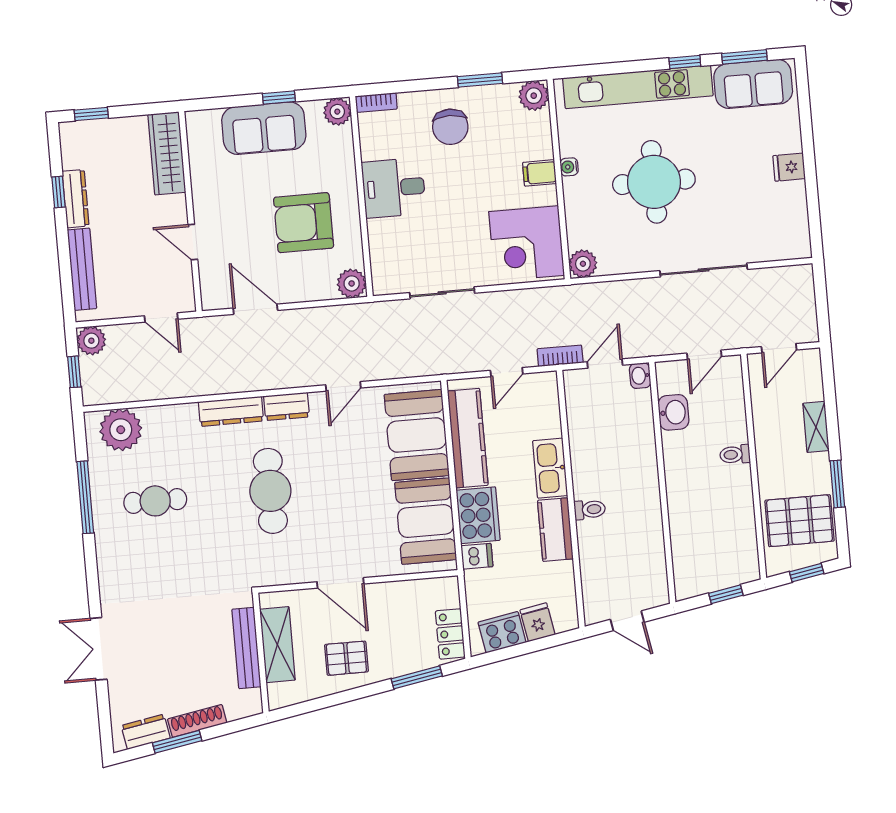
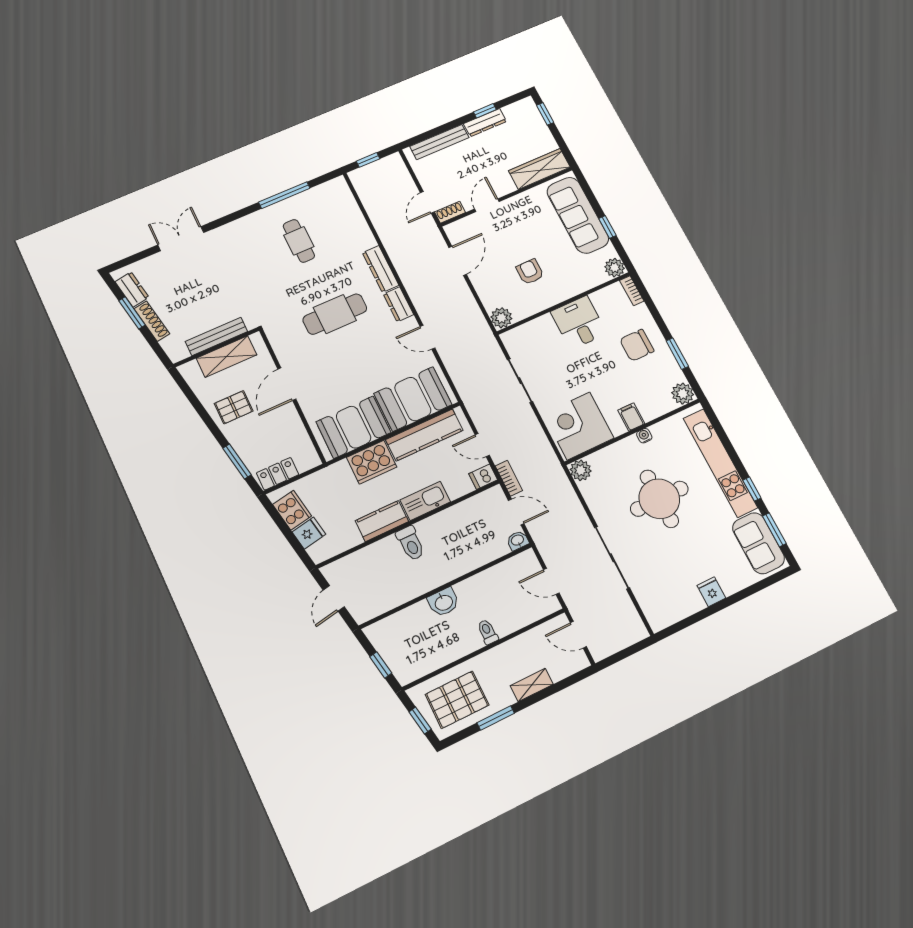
sofa: (264, 128) -> (578, 215), width x1.36
armchair: (304, 223) -> (530, 272), width x0.53, depth x0.53
shoe rack: (185, 293) -> (450, 212), added
plant: (91, 341) -> (394, 164), removed
washbasin: (673, 412) -> (444, 602), moved
plant: (121, 430) -> (340, 202), removed
toilet: (590, 509) -> (411, 543), width x1.37, depth x1.39
pallet: (800, 521) -> (457, 700), turned 90
dishwasher: (477, 556) -> (483, 477), moved, turned 90
pallet: (346, 658) -> (234, 407), turned 90

